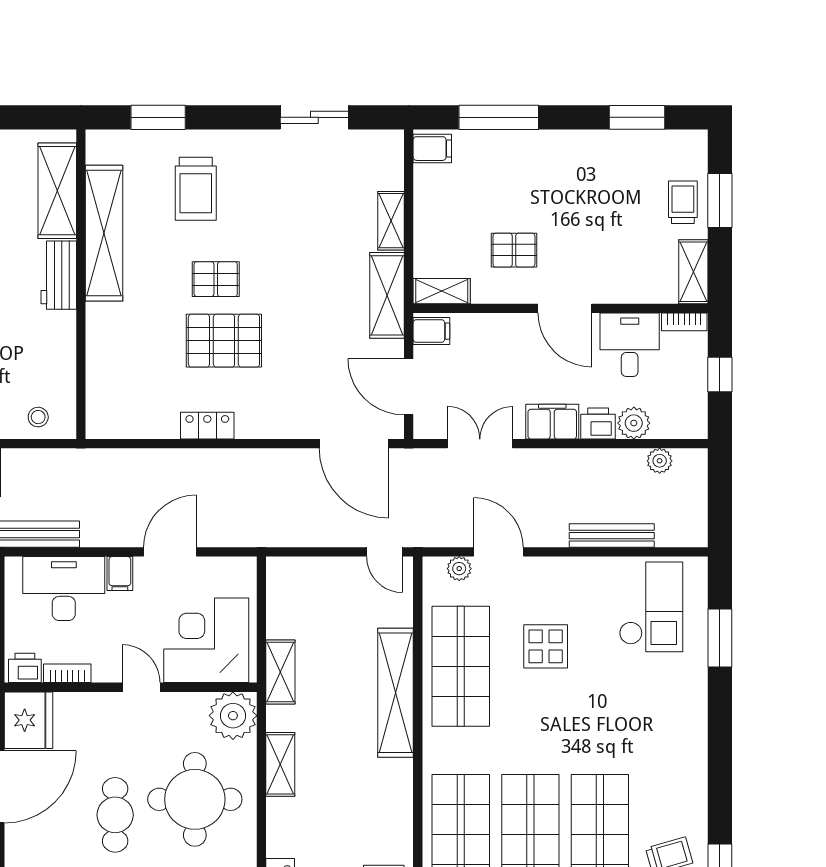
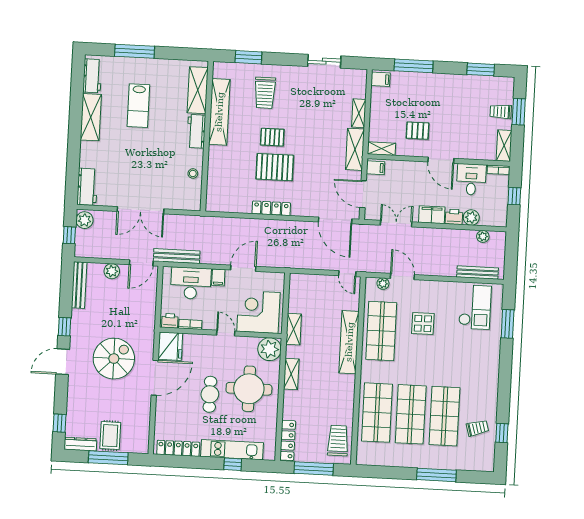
trolley: (683, 202) -> (501, 112), turned -90
stool: (38, 417) -> (193, 173), moved
locker: (207, 426) -> (271, 208), width x1.53
bench: (612, 536) -> (477, 273), moved

